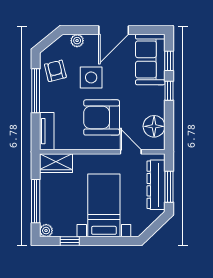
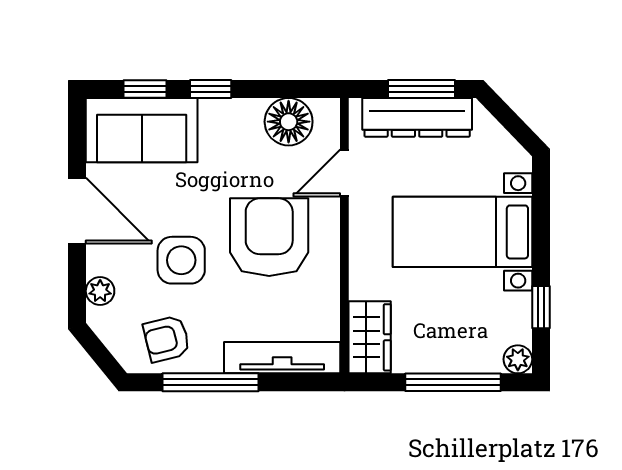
armchair: (102, 117) -> (269, 237), turned 180
tv unit: (47, 131) -> (282, 358), width x1.41

